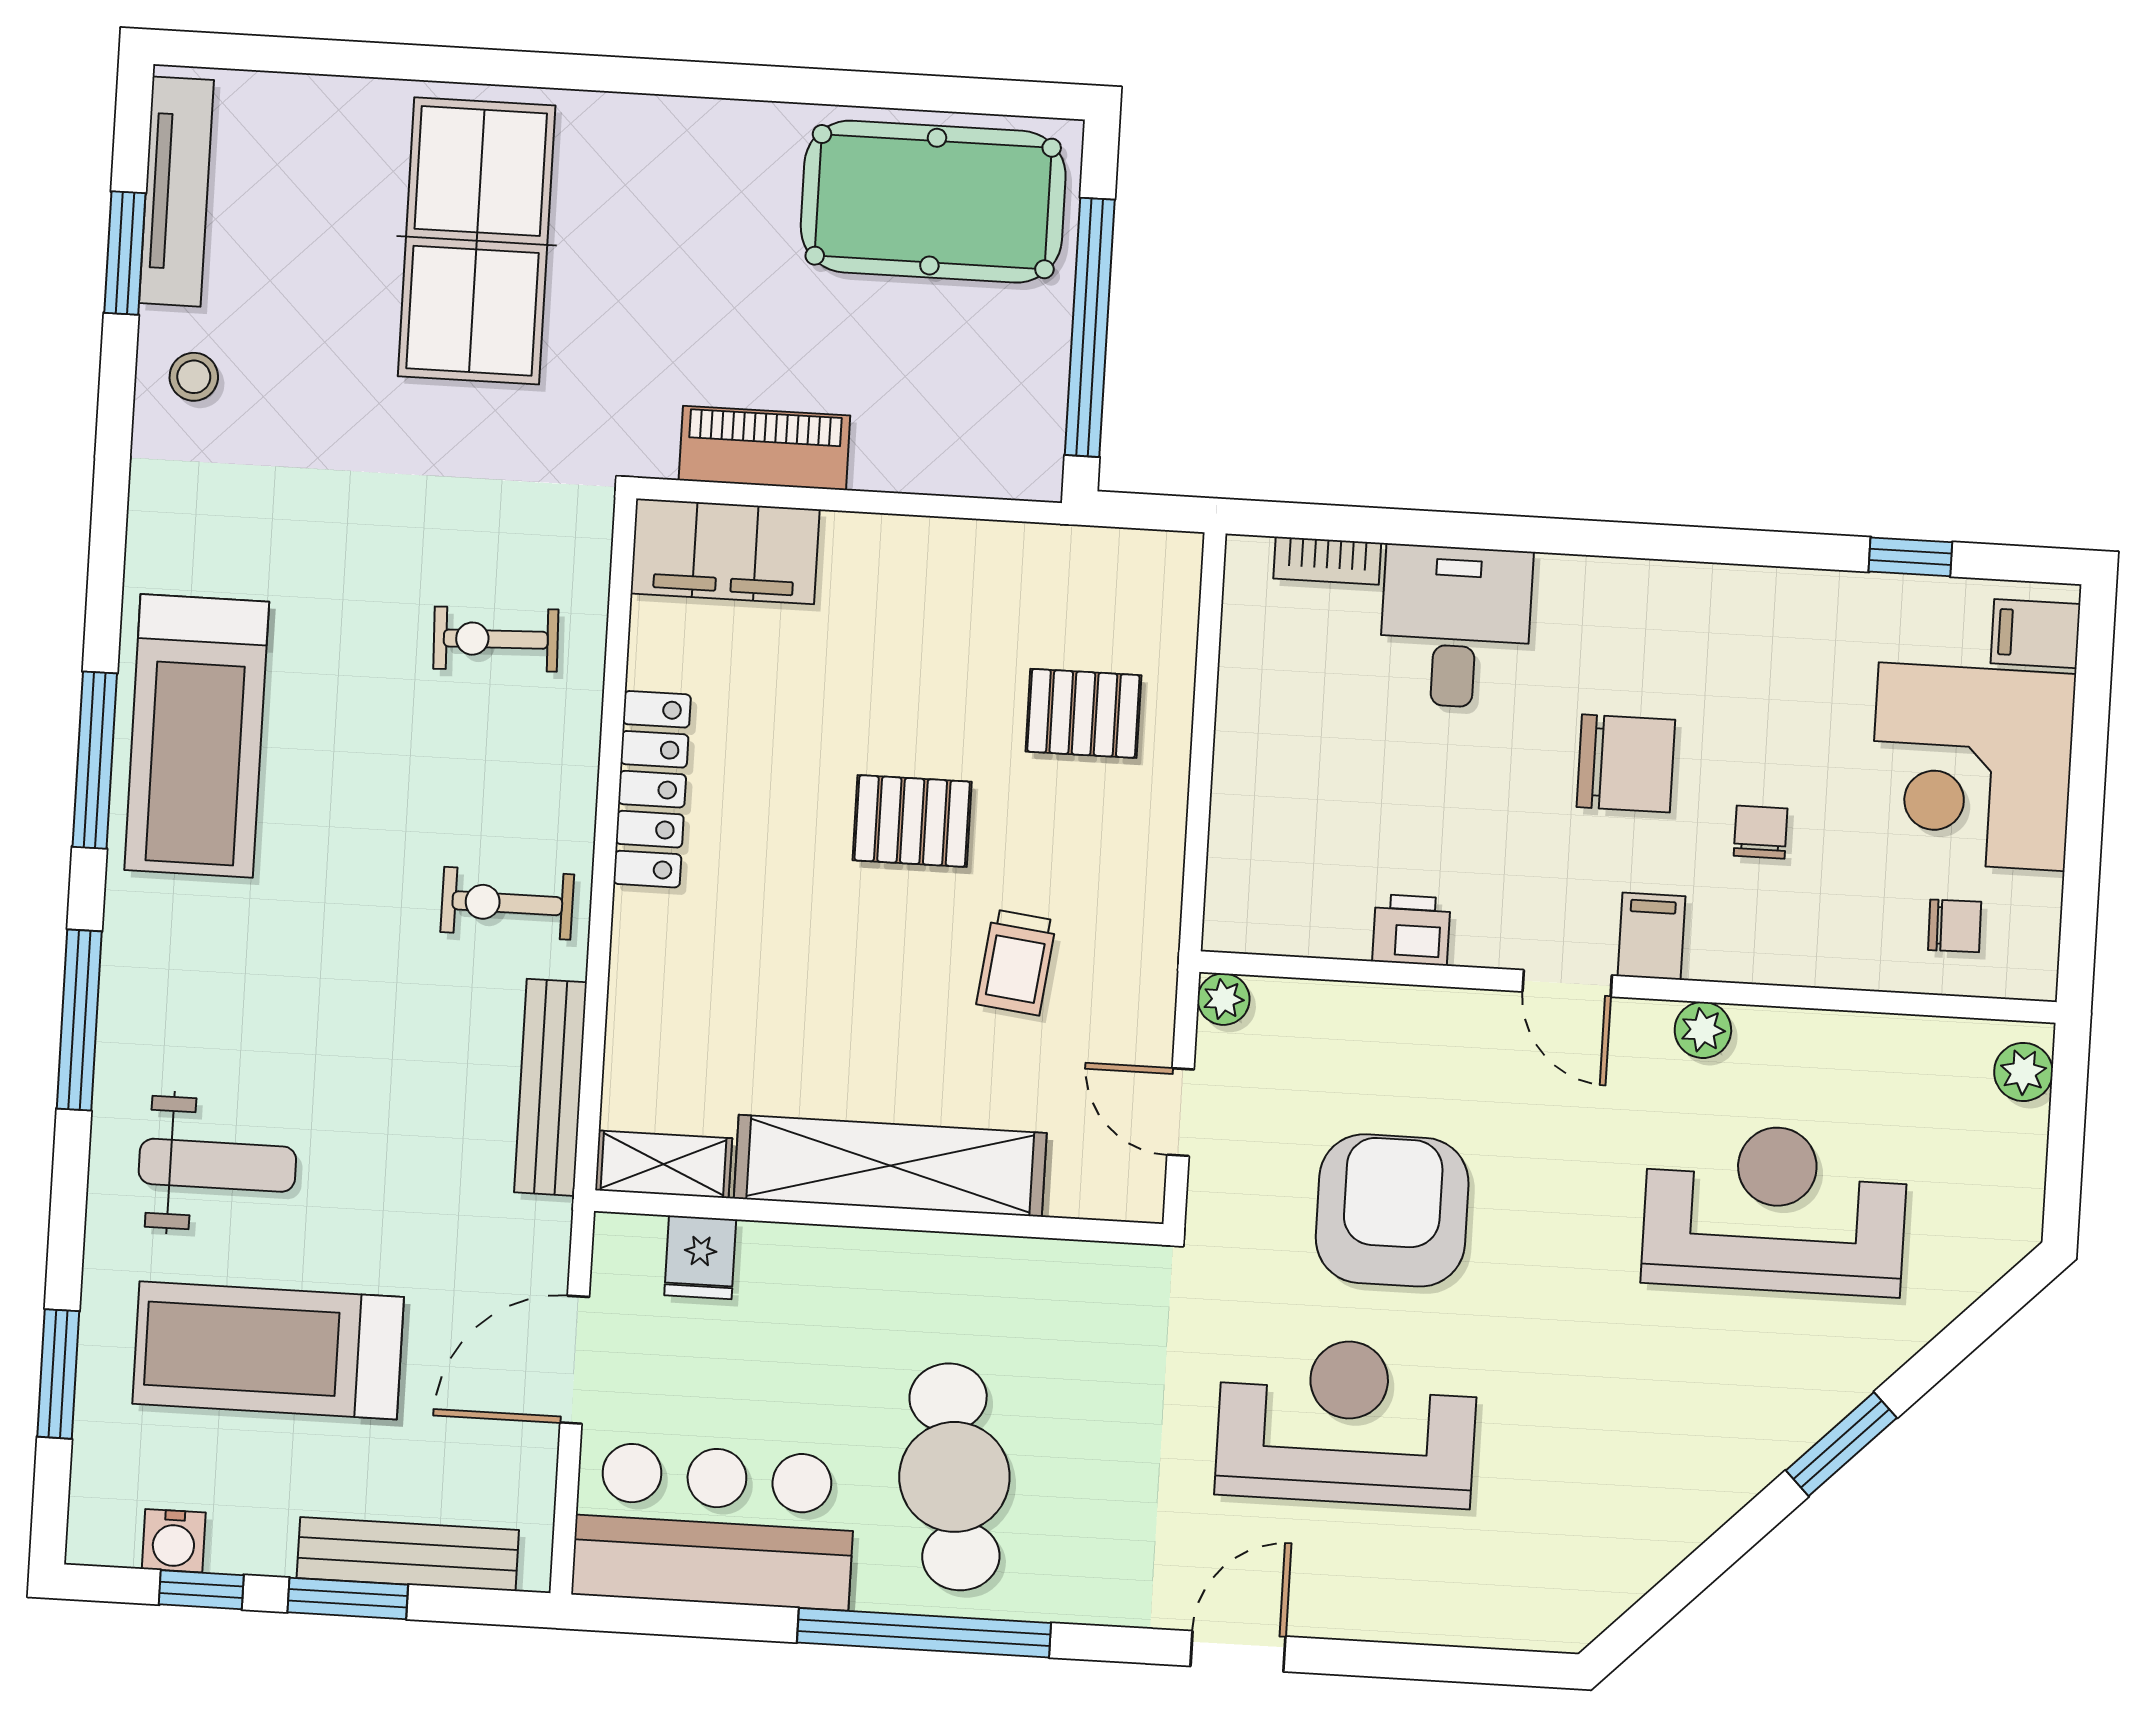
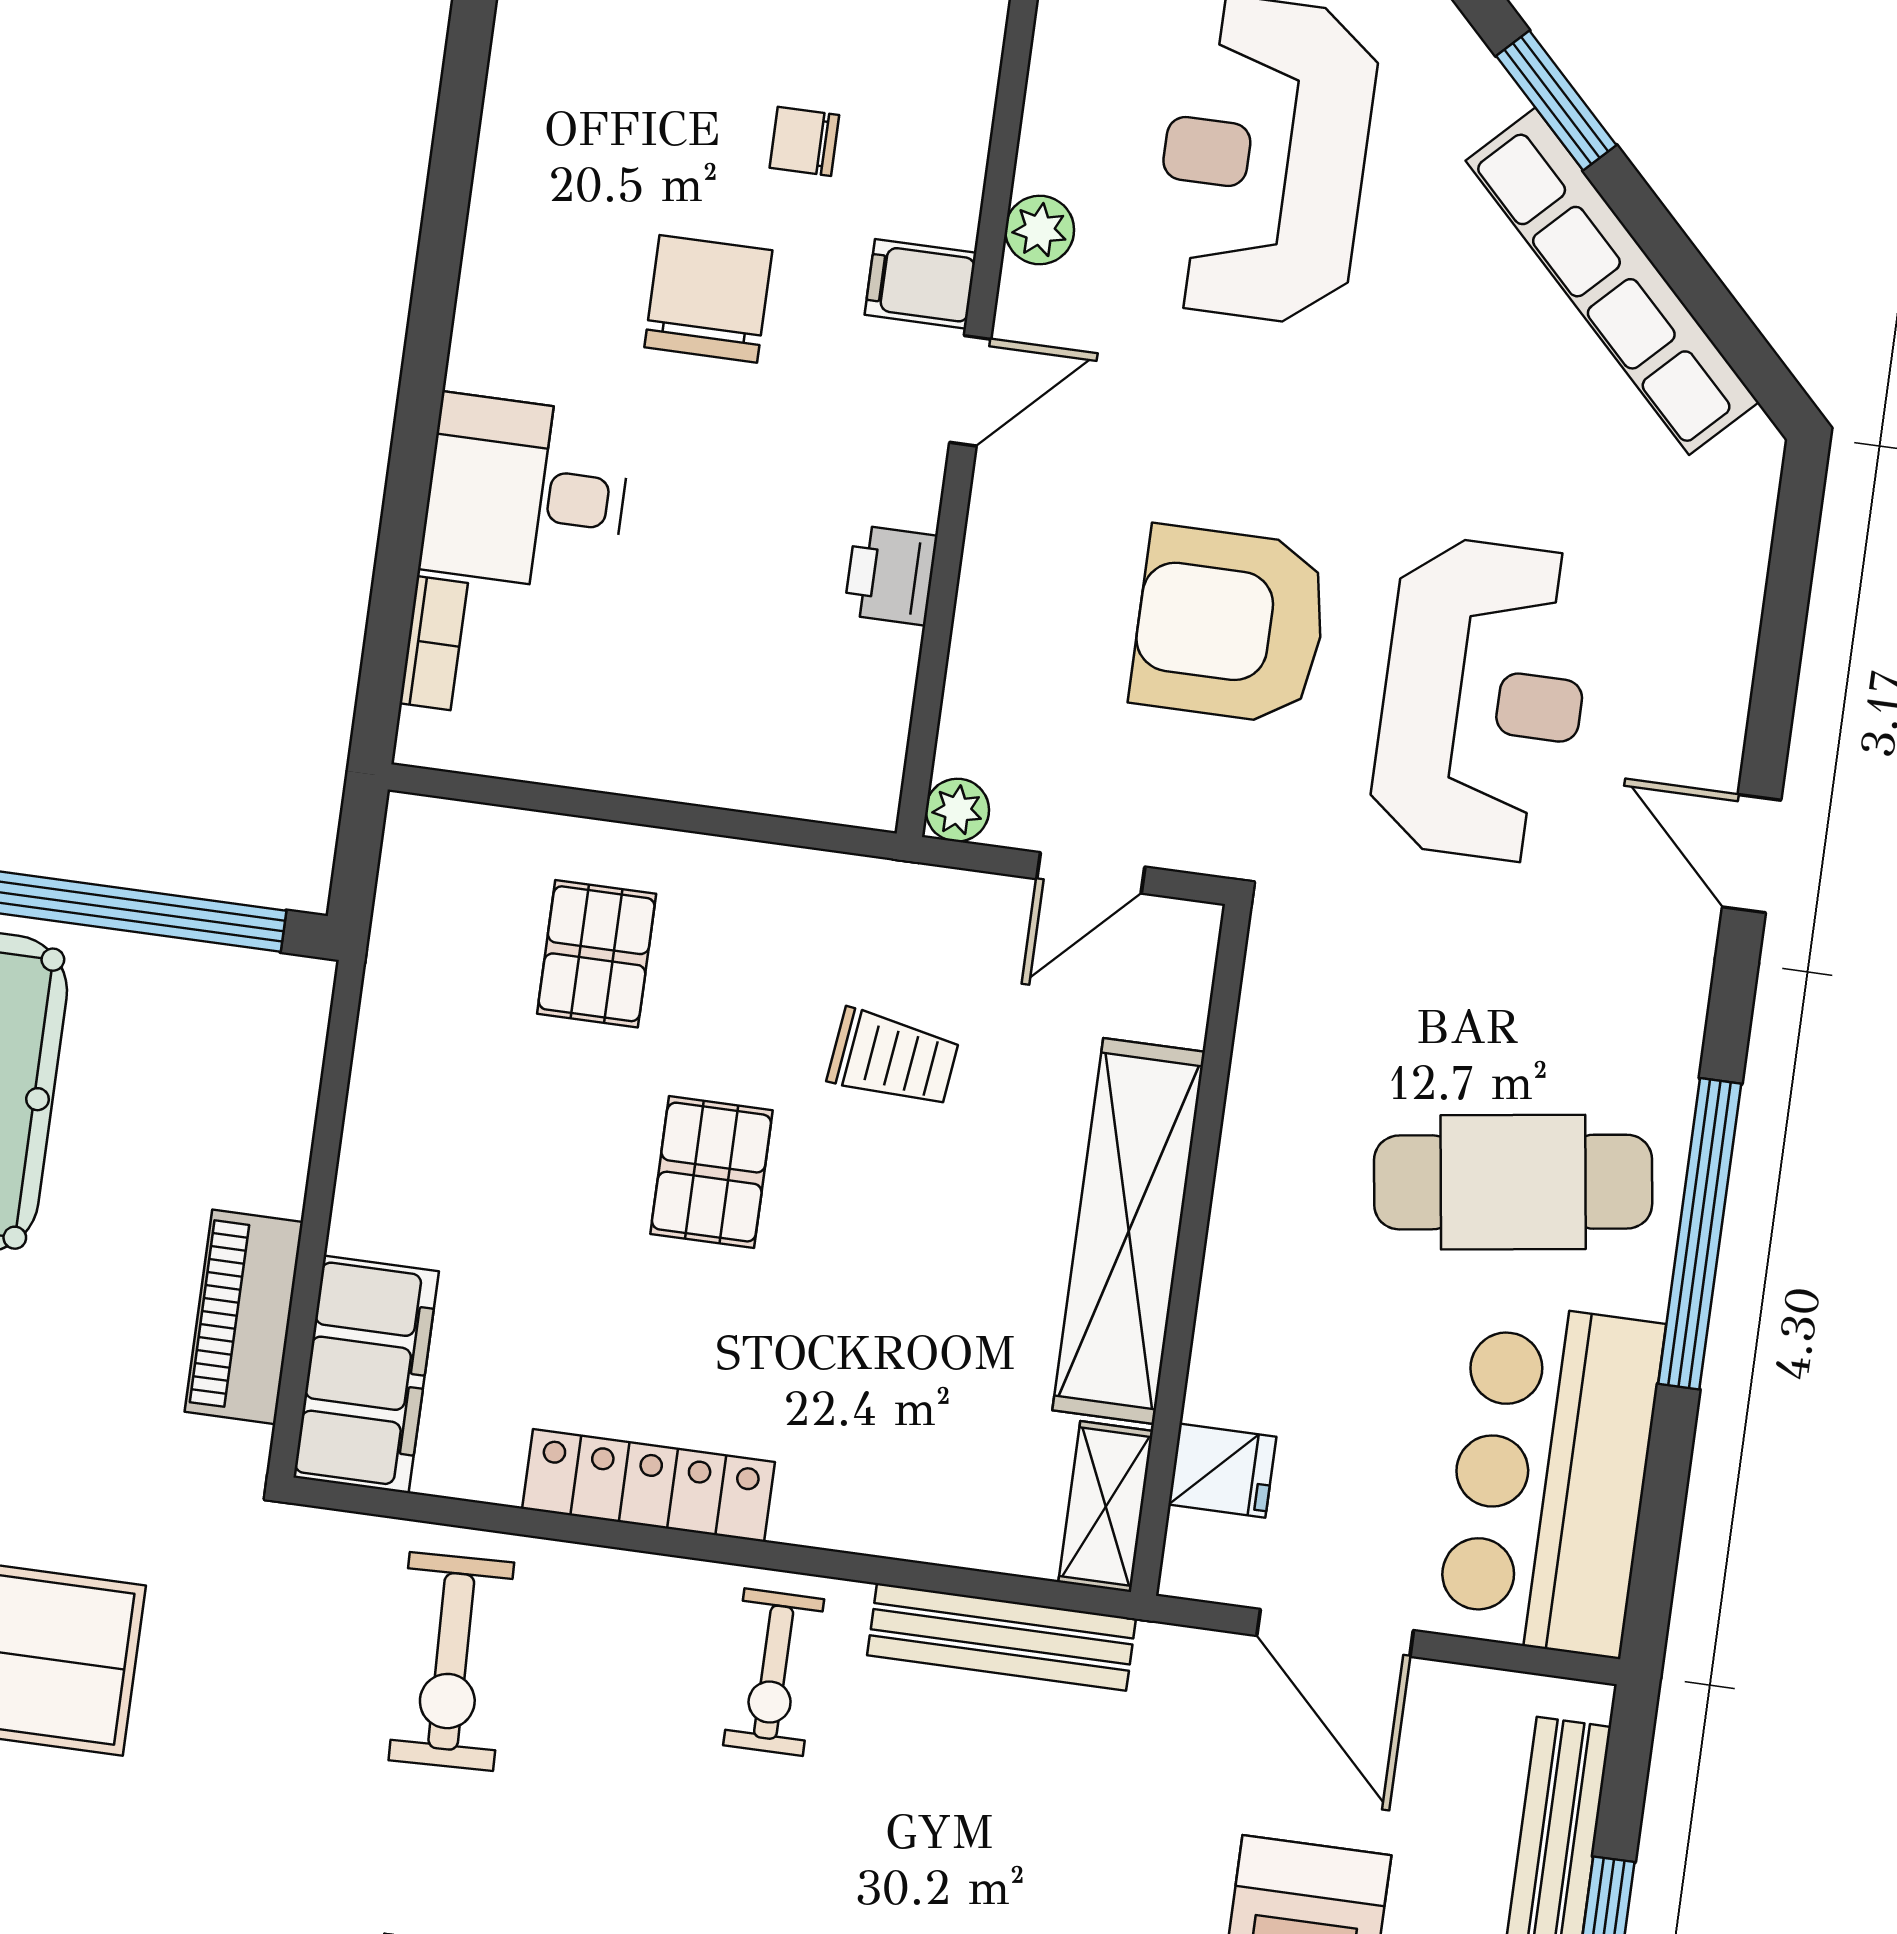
exercise bike: (496, 639) -> (451, 1661), width x1.38, depth x1.39
reception desk: (1347, 1422) -> (1483, 700), turned 180
row of seats: (1697, 1501) -> (1612, 281), added

